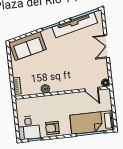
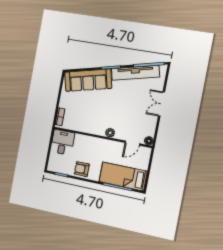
sofa: (28, 46) -> (88, 80), width x1.36
plant: (45, 89) -> (110, 133), moved
door: (91, 89) -> (132, 143), hinge flipped
desk: (29, 128) -> (62, 142), moved, turned 180

